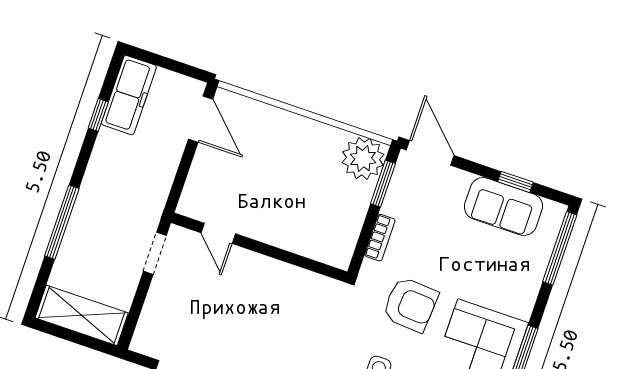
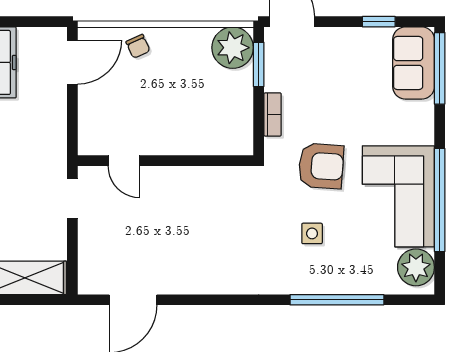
door: (201, 119) -> (72, 62), hinge flipped
chair: (270, 125) -> (138, 46), added
sofa: (503, 206) -> (414, 63), moved, turned 90

